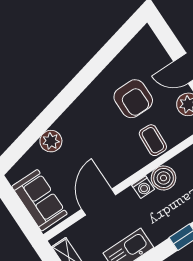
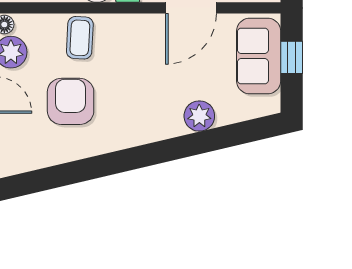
window: (19, 212) -> (292, 57), added

